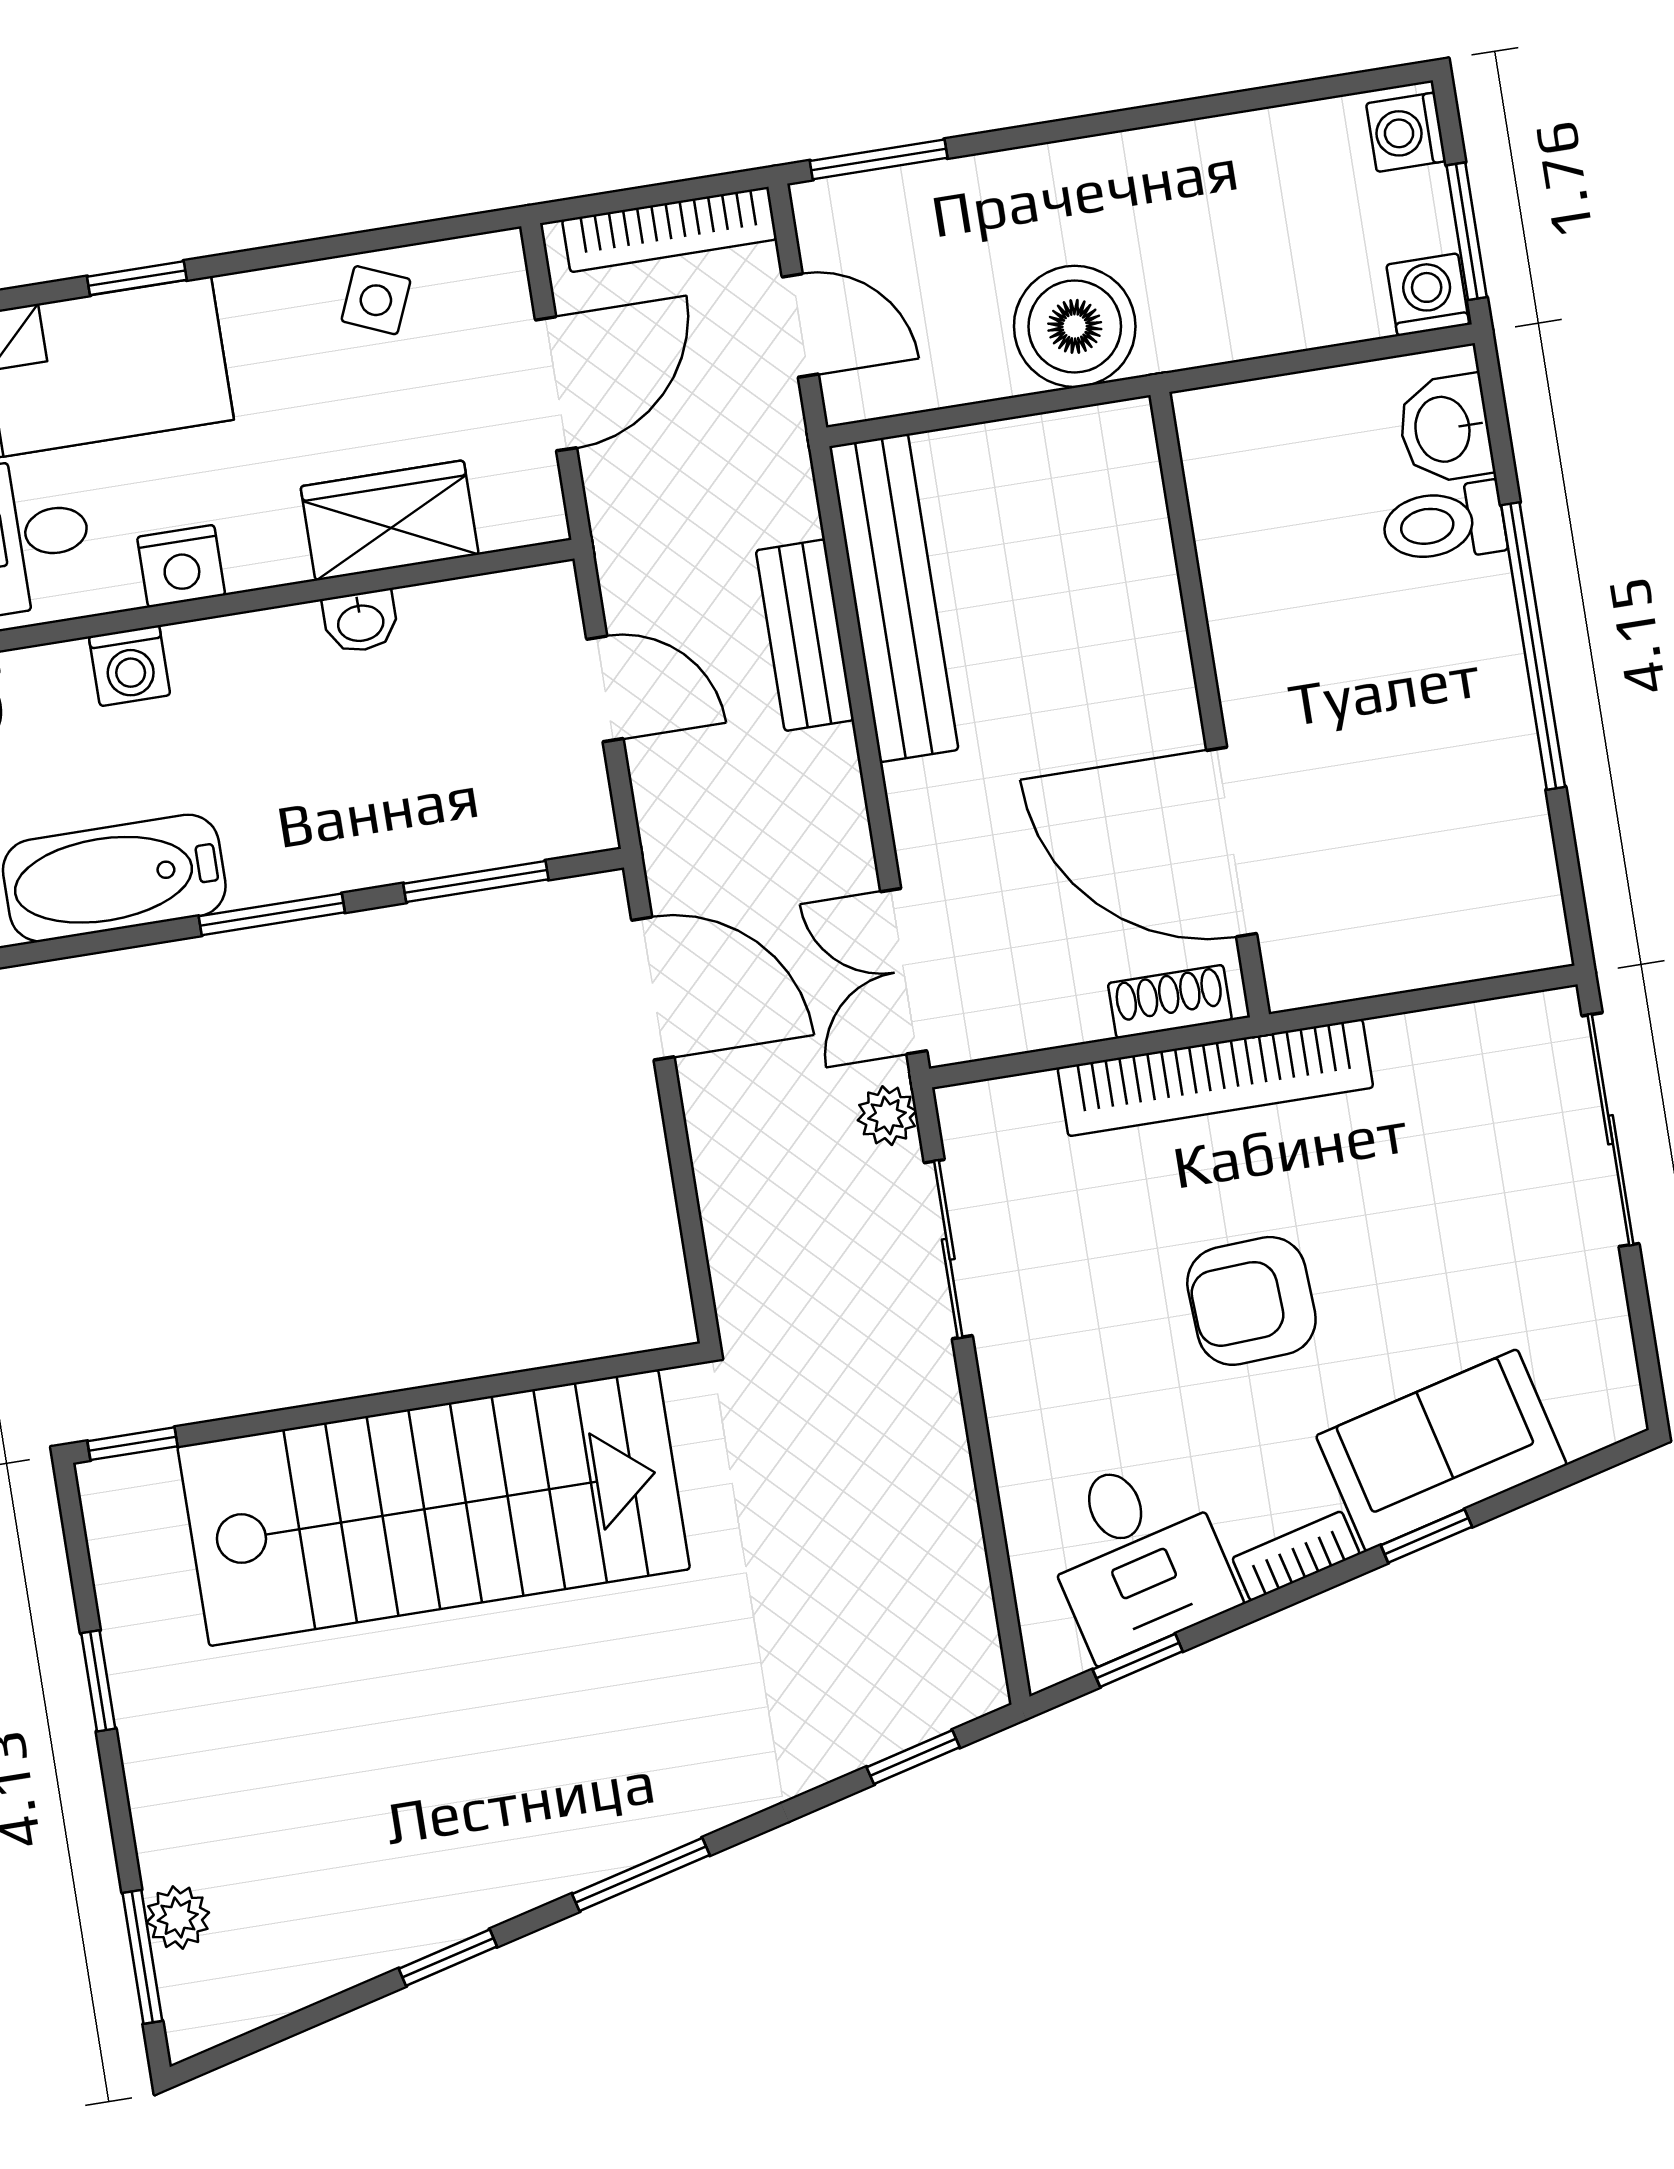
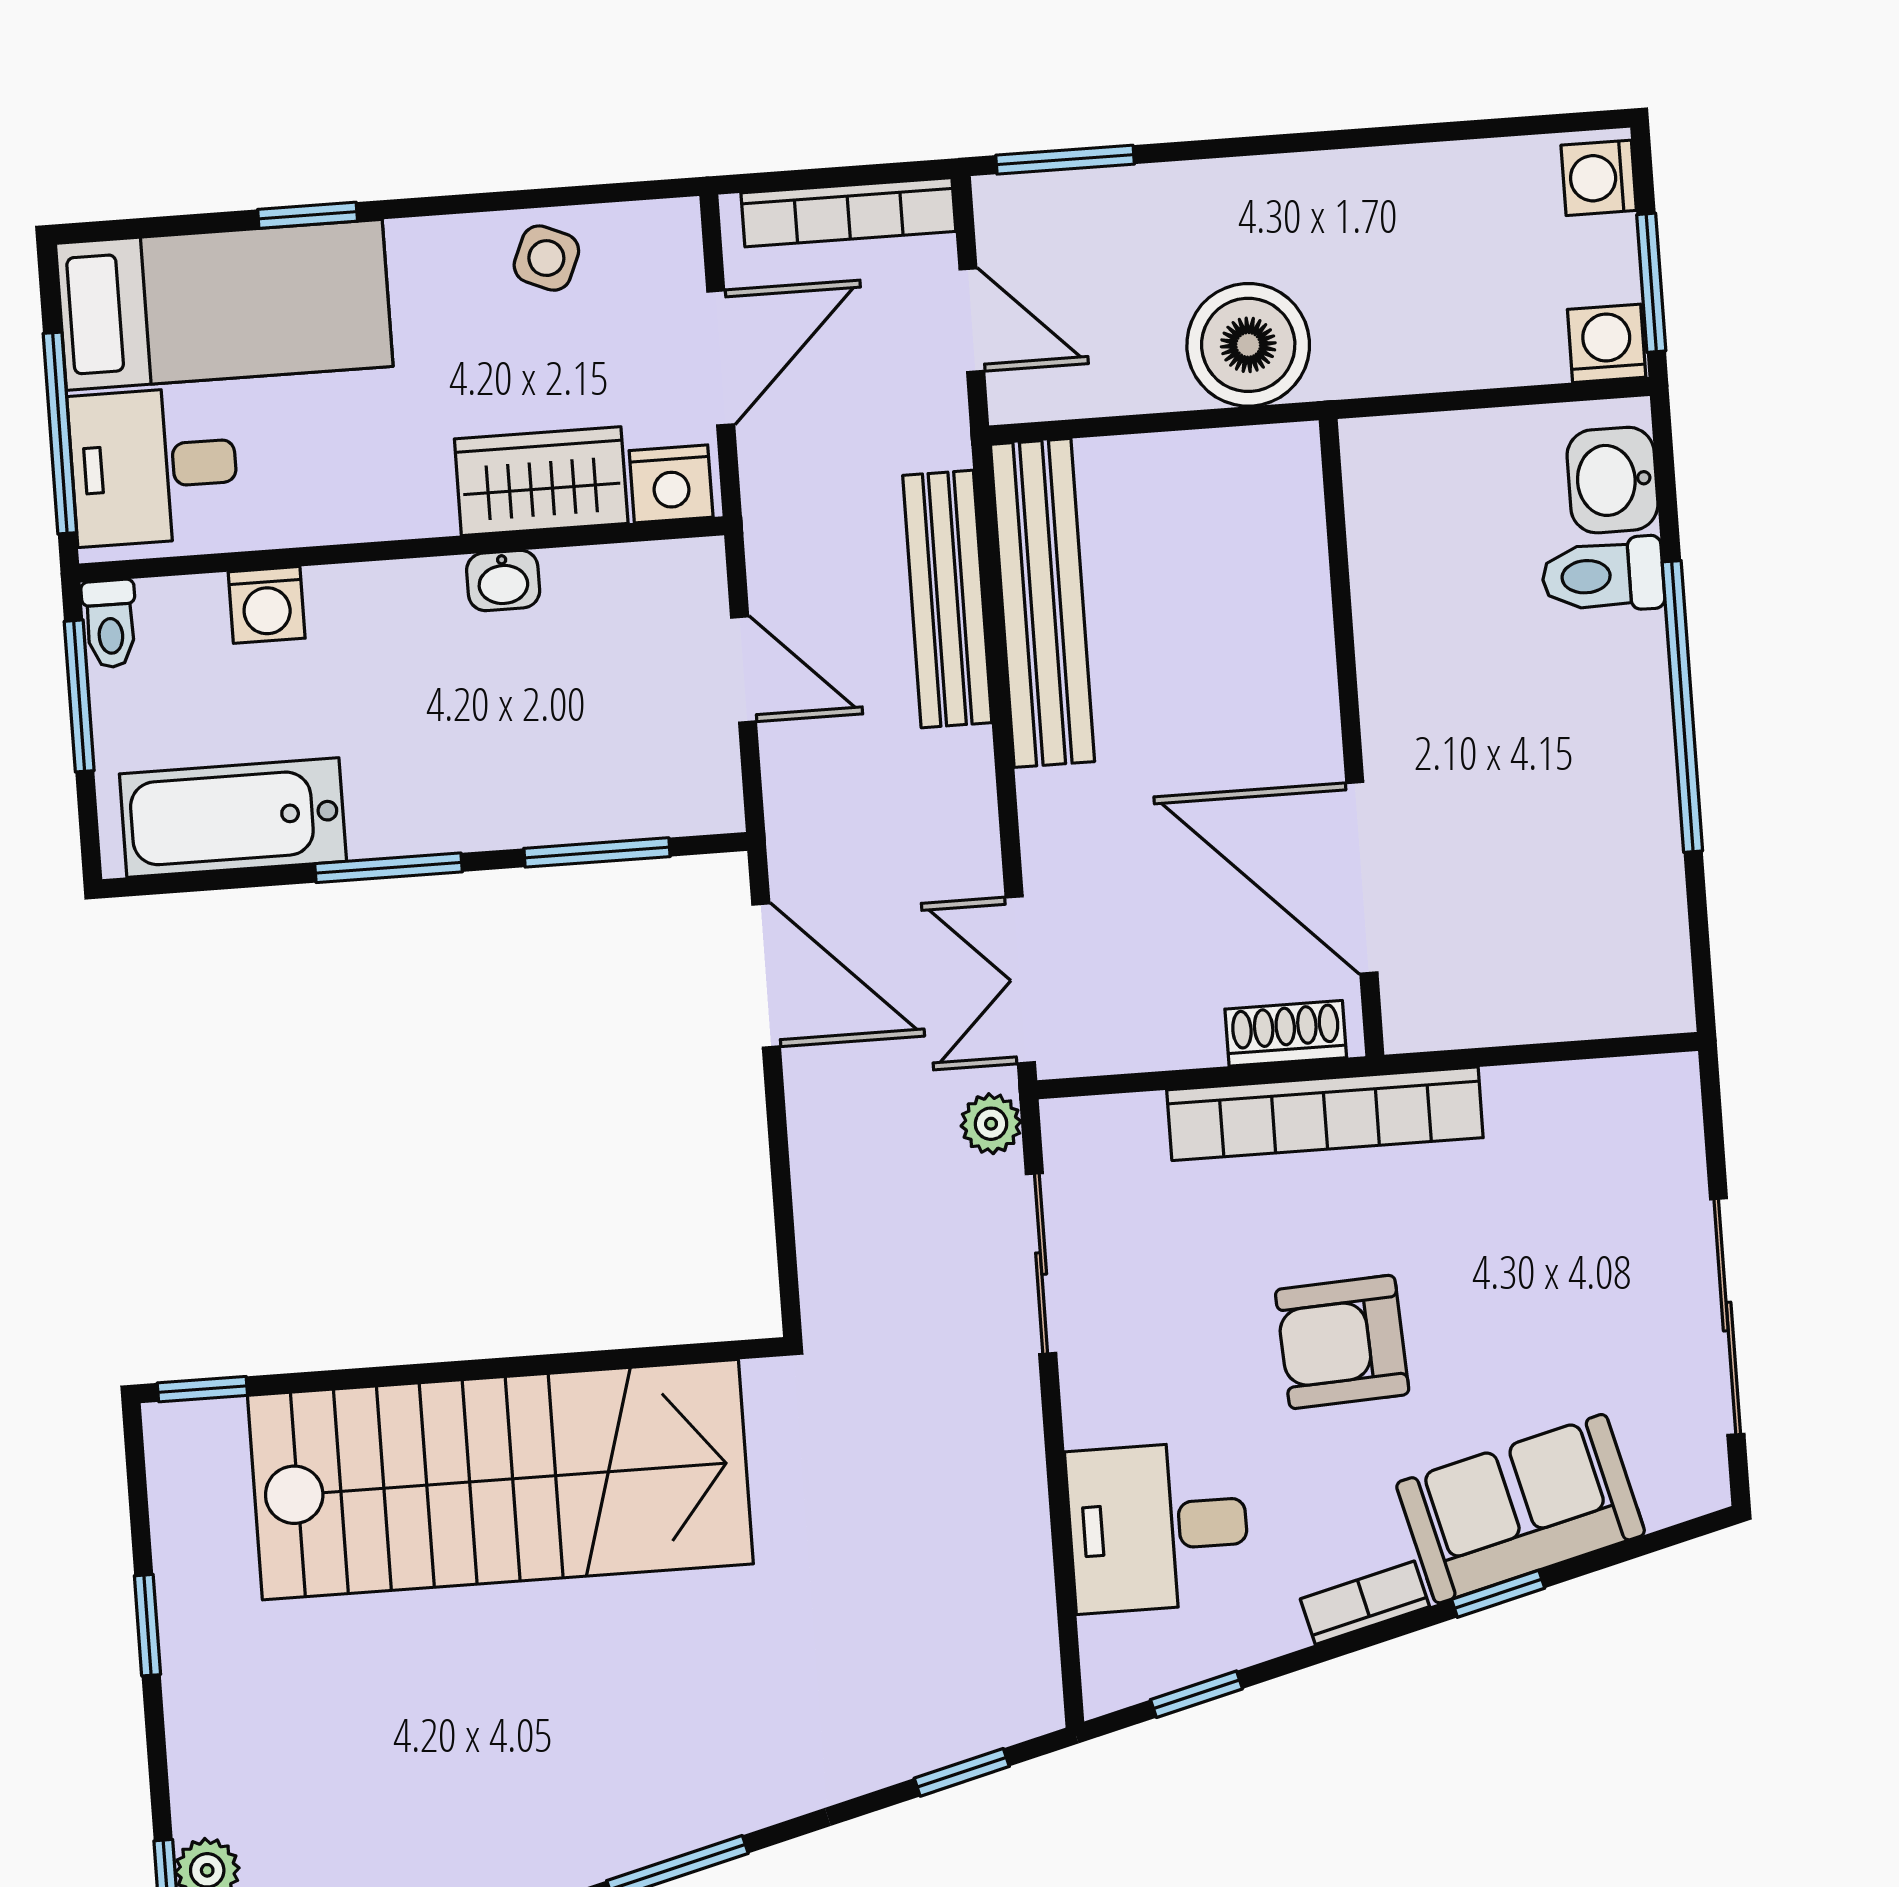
nightstand: (181, 566) -> (671, 484), moved
bench: (805, 635) -> (947, 599), width x1.36
sliding door: (1611, 1130) -> (1727, 1317), moved
desk: (1136, 1556) -> (1158, 1527), moved, turned 104

